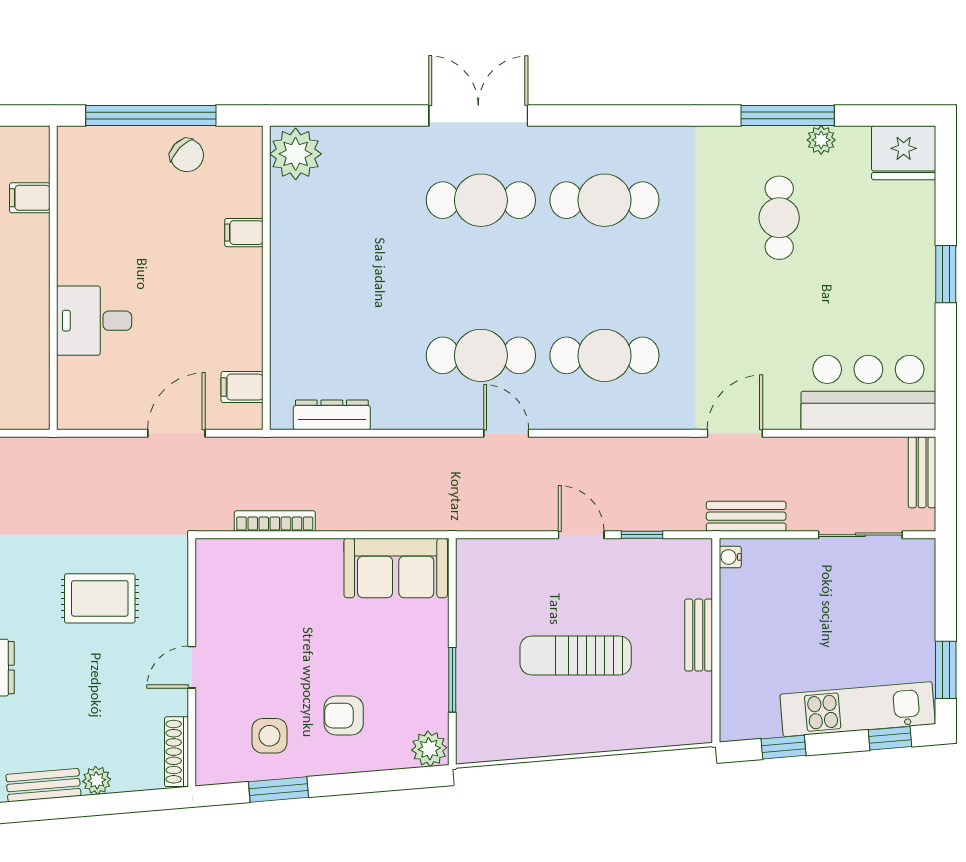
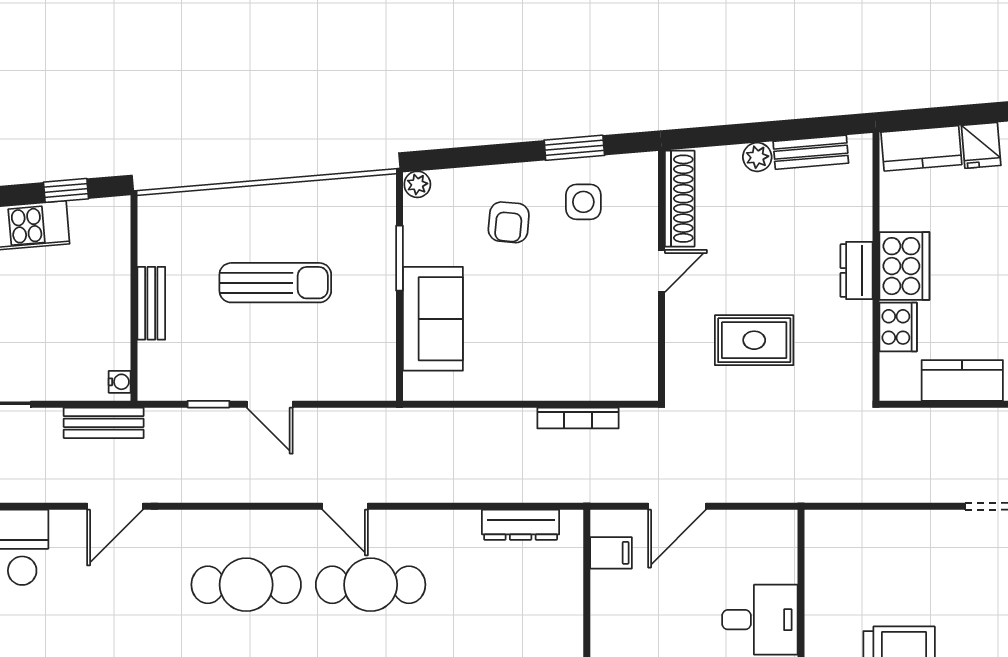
sofa: (396, 568) -> (433, 319), moved, turned 90
armchair: (344, 716) -> (509, 222), turned 95
plant: (429, 749) -> (417, 184), width x0.73, depth x0.73
shoe rack: (176, 752) -> (680, 199), width x1.36, depth x1.24

